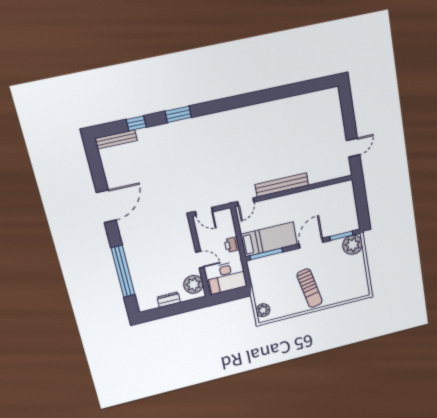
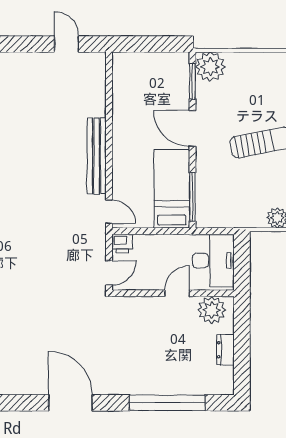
printer: (232, 245) -> (122, 243), moved

